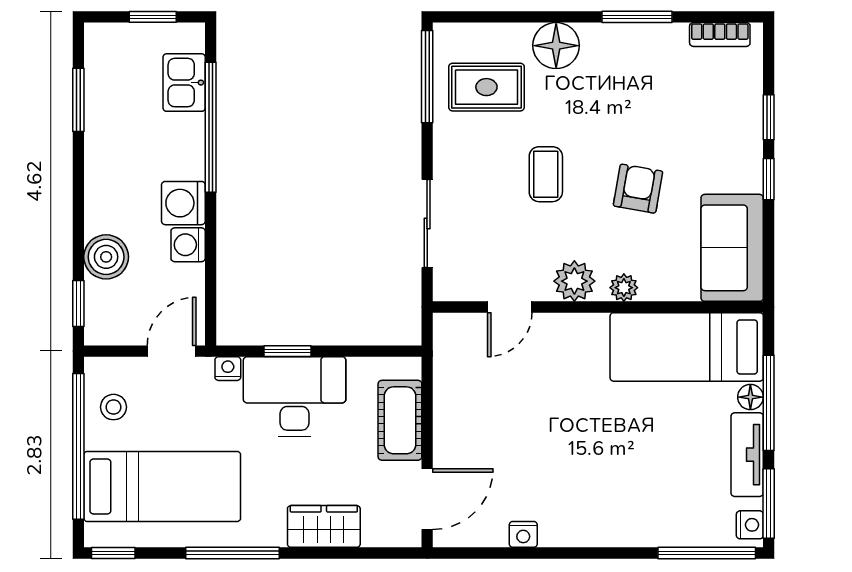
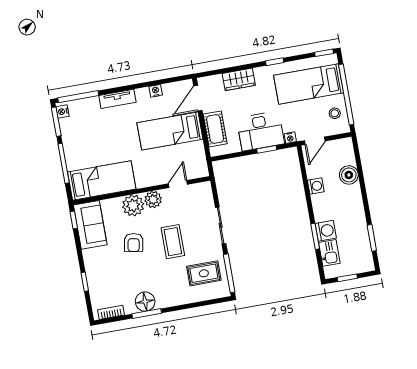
floor lamp: (556, 46) -> (145, 302), moved
window: (211, 127) -> (315, 236), width x0.47
coffee table: (546, 174) -> (173, 242), width x1.36, depth x1.30
window: (769, 179) -> (74, 220), moved
washing machine: (183, 203) -> (326, 231), moved
sliding door: (427, 224) -> (221, 225), moved
plant: (624, 288) -> (133, 205), width x1.88, depth x1.88
window: (78, 303) -> (357, 154), removed
floor lamp: (750, 397) -> (72, 164), removed
bed: (506, 434) -> (170, 131), added
tv unit: (747, 455) -> (117, 99), moved, turned 90
window: (233, 553) -> (275, 62), width x0.46

